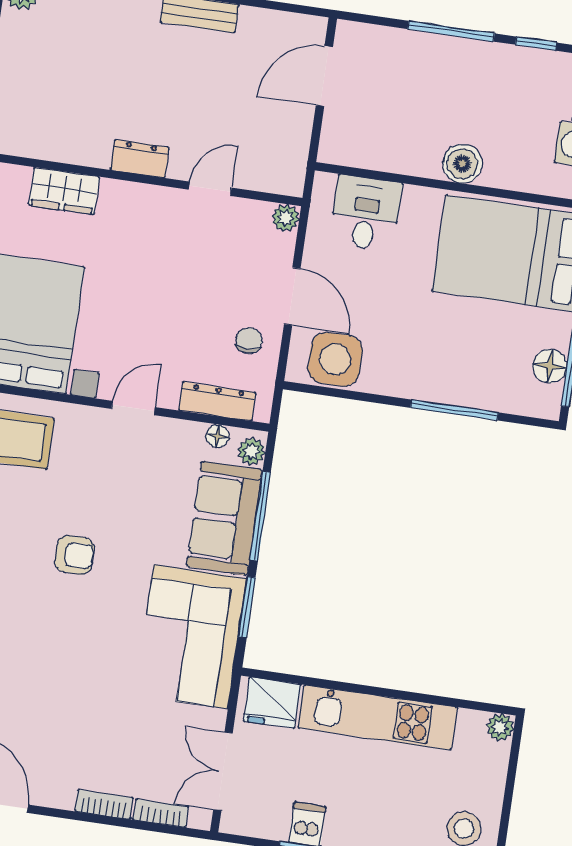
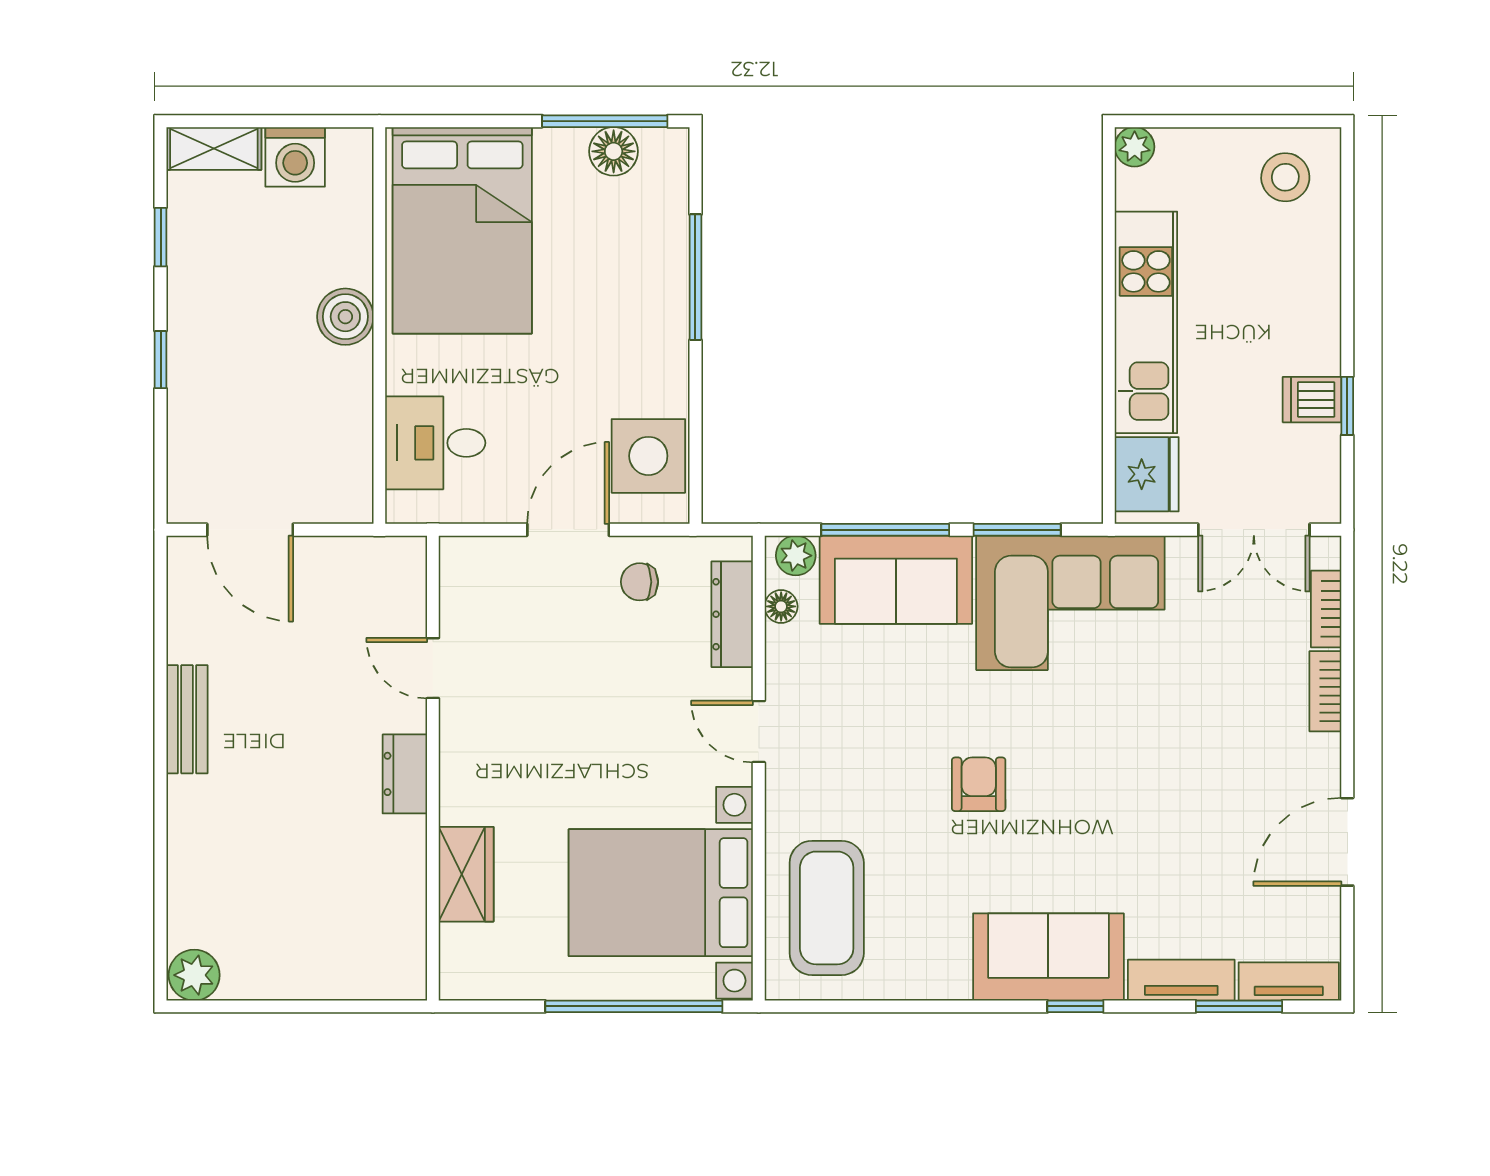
window: (451, 31) -> (161, 360), width x0.46
plant: (285, 218) -> (459, 555), removed

